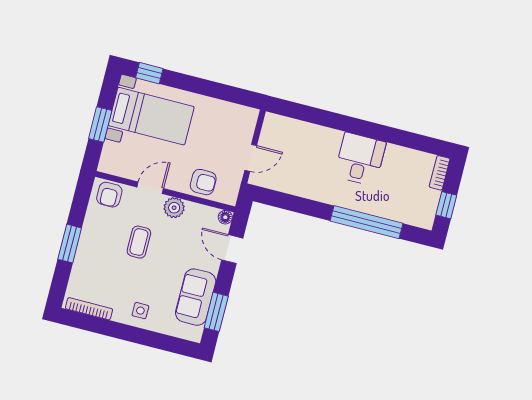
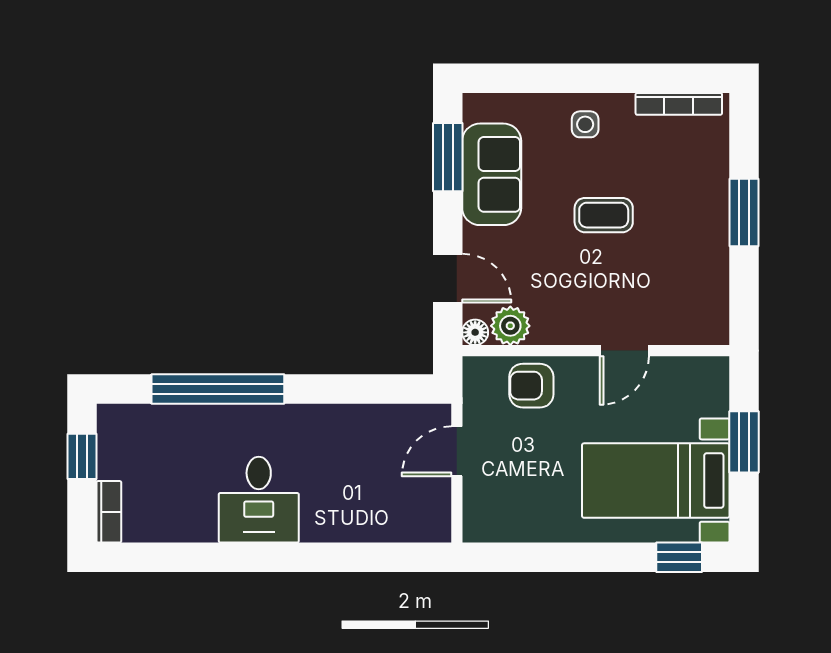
armchair: (109, 195) -> (695, 319), removed
plant: (174, 208) -> (510, 326), moved
coffee table: (139, 242) -> (604, 215), moved, turned 90

